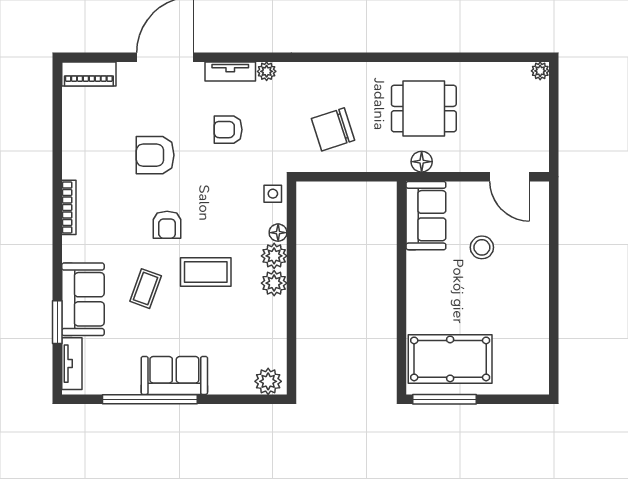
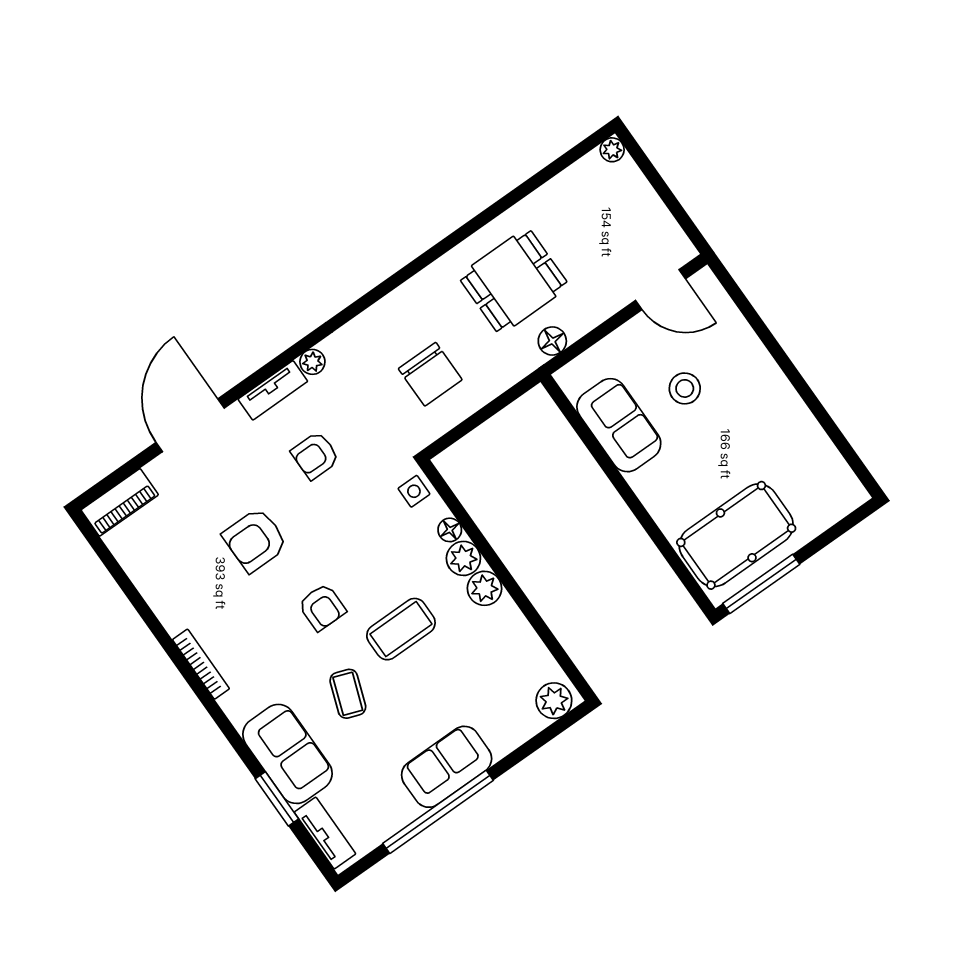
chair: (333, 129) -> (430, 374), turned -72
sofa: (426, 216) -> (619, 425), moved

